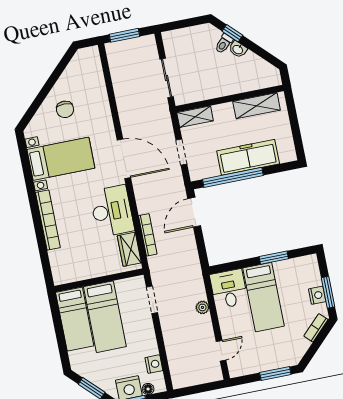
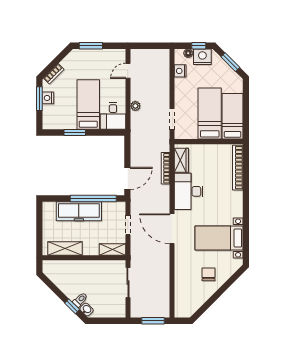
washbasin: (238, 49) -> (87, 310), moved
bookcase: (48, 220) -> (238, 168), moved

